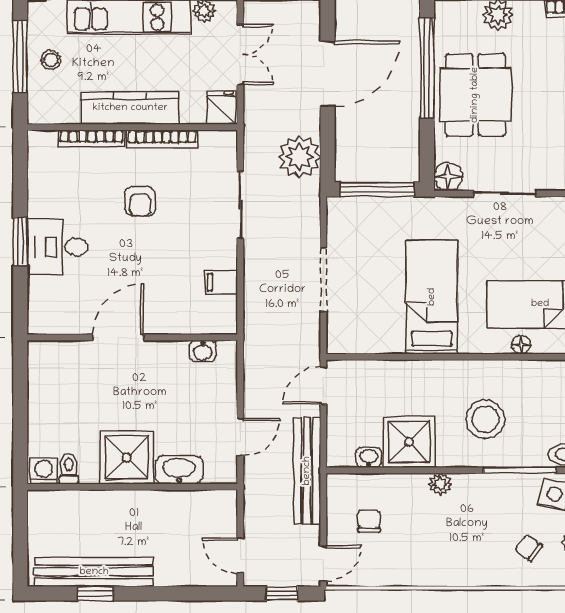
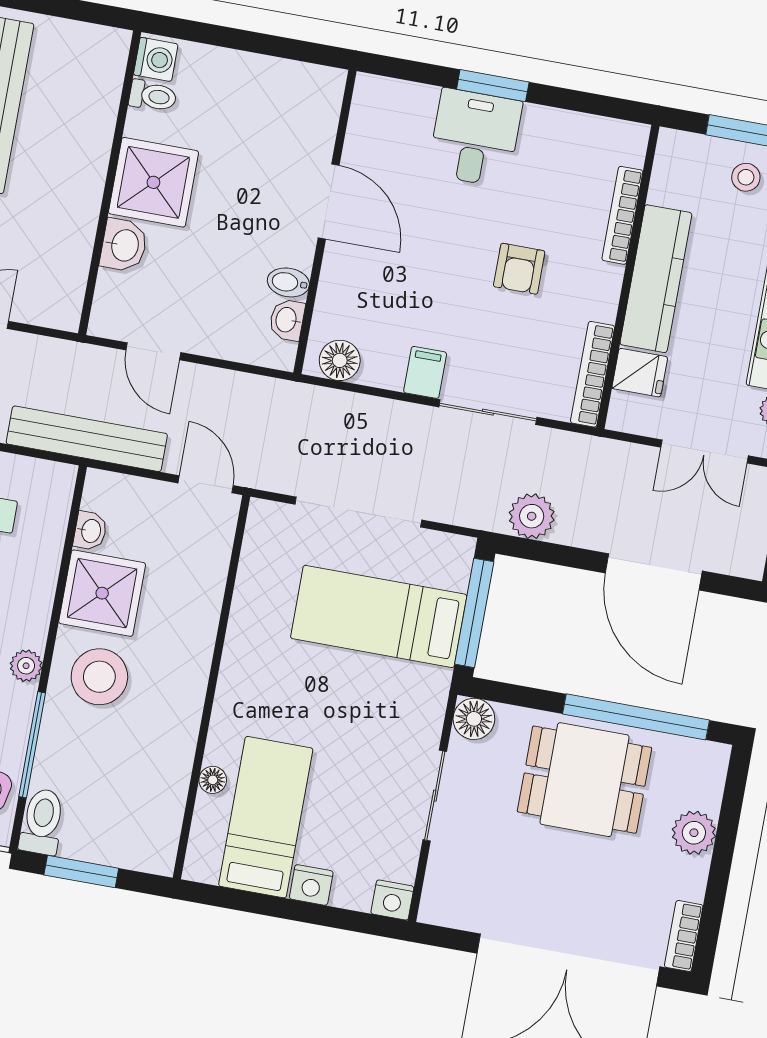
fridge: (221, 107) -> (640, 373), moved
bookcase: (162, 139) -> (593, 374), moved
plant: (299, 157) -> (532, 516), width x0.73, depth x0.73
armchair: (140, 201) -> (519, 269), turned -90
doorway: (323, 280) -> (358, 512), width x1.36
filing cabinet: (221, 282) -> (425, 372), moved
bed: (432, 297) -> (379, 616), moved, turned 180
floor lamp: (224, 311) -> (340, 360), added
bidet: (177, 355) -> (288, 282), added
stool: (485, 419) -> (99, 677), moved
washbasin: (179, 470) -> (124, 245), width x0.72
plant: (440, 484) -> (26, 666), moved

